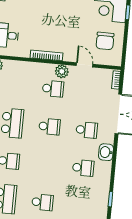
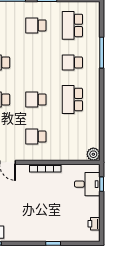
plant: (62, 71) -> (29, 154), removed

